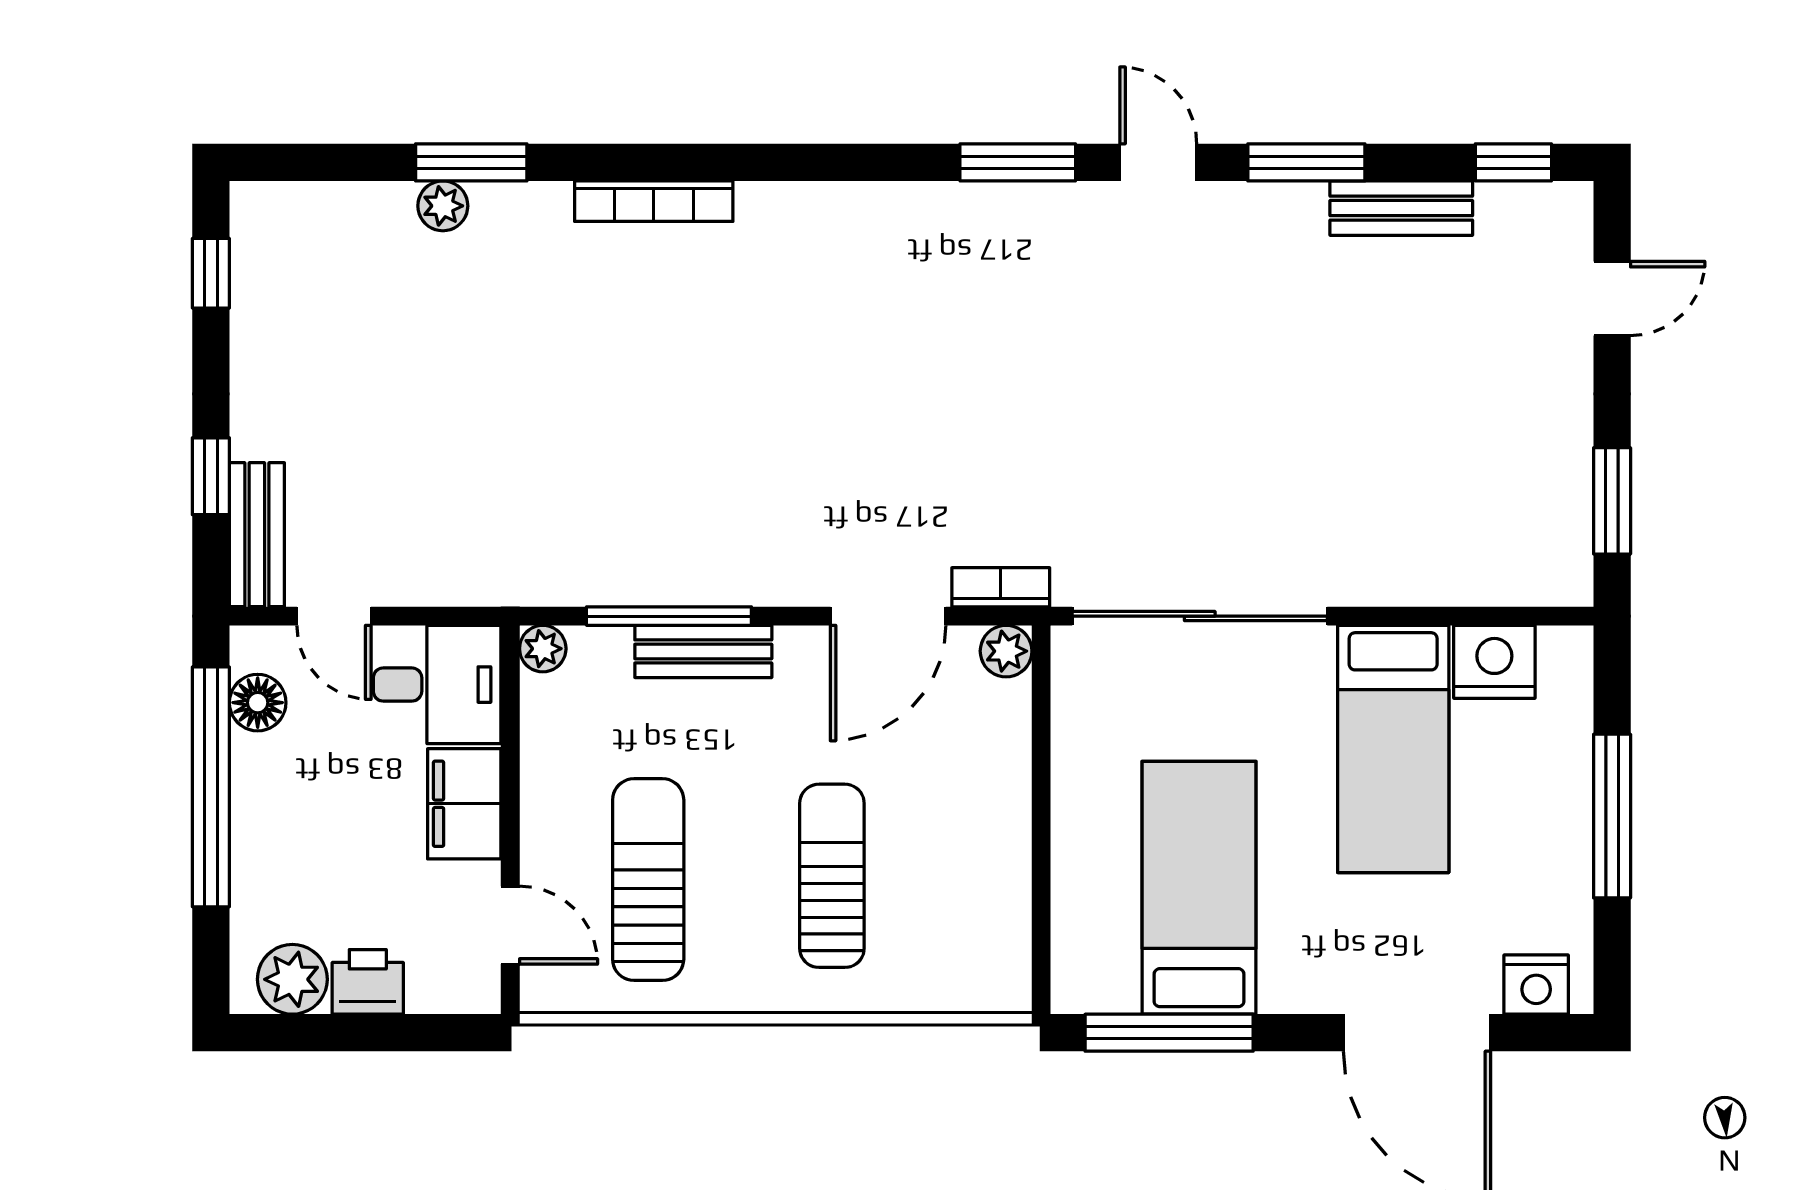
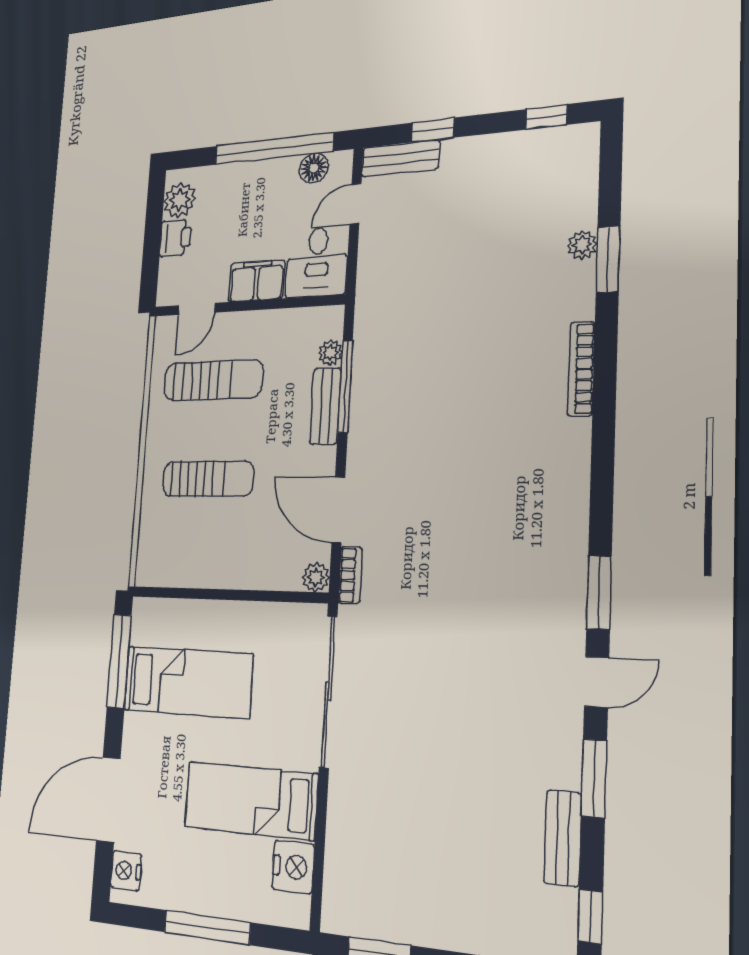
plant: (543, 649) -> (330, 353), moved

